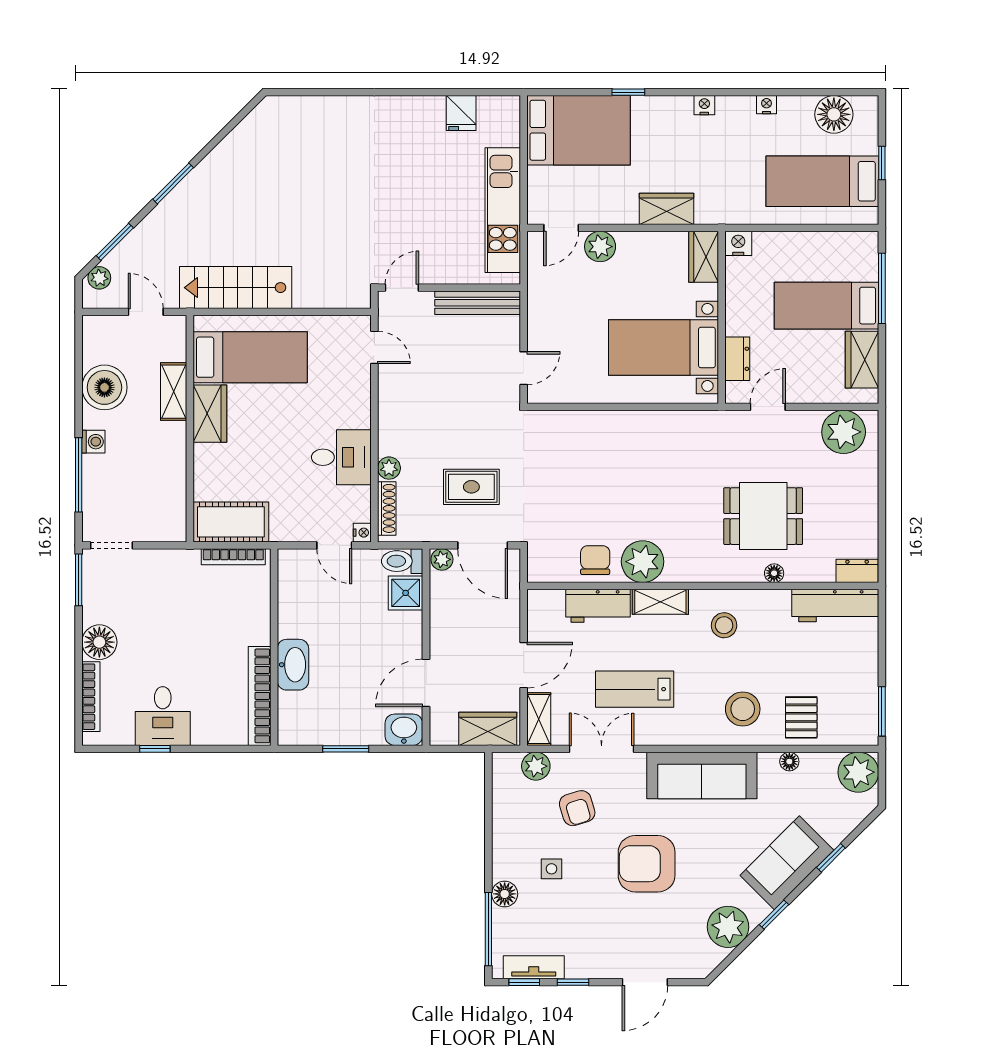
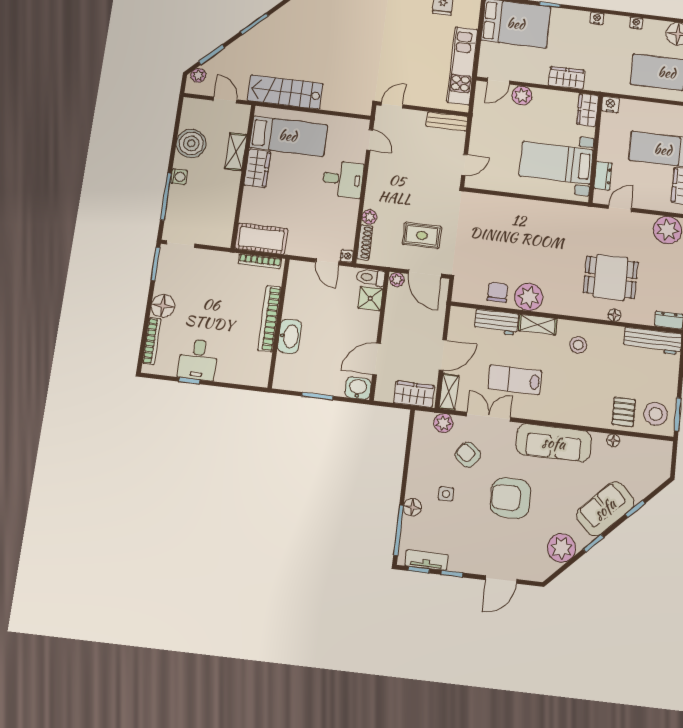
bench: (478, 303) -> (447, 121), width x0.73
desk: (341, 457) -> (343, 179), moved
bookcase: (260, 696) -> (269, 319), moved
stool: (743, 709) -> (656, 414), moved
plant: (858, 772) -> (659, 453), removed
armchair: (577, 808) -> (468, 455), turned 146

